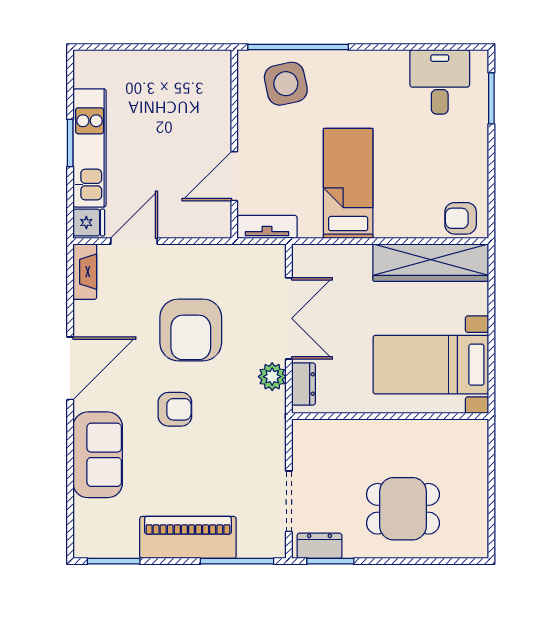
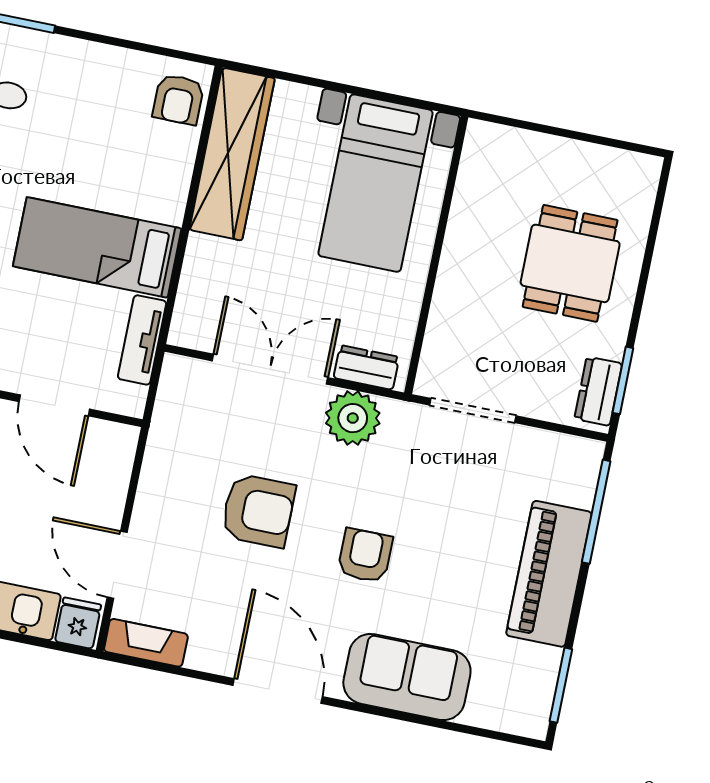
tv unit: (267, 227) -> (142, 340), moved
armchair: (191, 330) -> (258, 511), width x0.73, depth x0.73
plant: (272, 377) -> (353, 418), width x1.36, depth x1.36
doorway: (289, 501) -> (473, 411), moved

